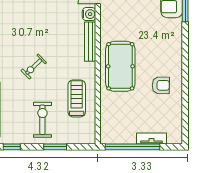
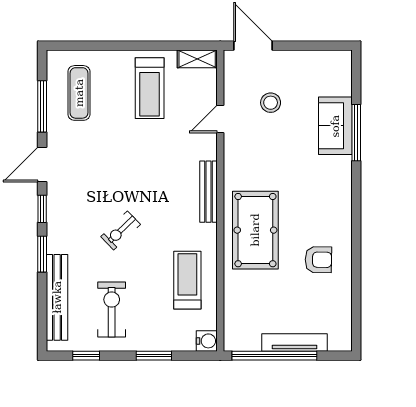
water cooler: (89, 14) -> (207, 341), moved
exercise bike: (42, 120) -> (112, 309), moved
tv unit: (152, 139) -> (294, 343), width x1.41

